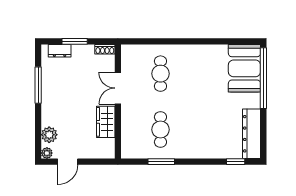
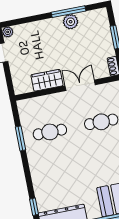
dresser: (60, 51) -> (104, 25), removed
plant: (49, 135) -> (71, 22), moved

